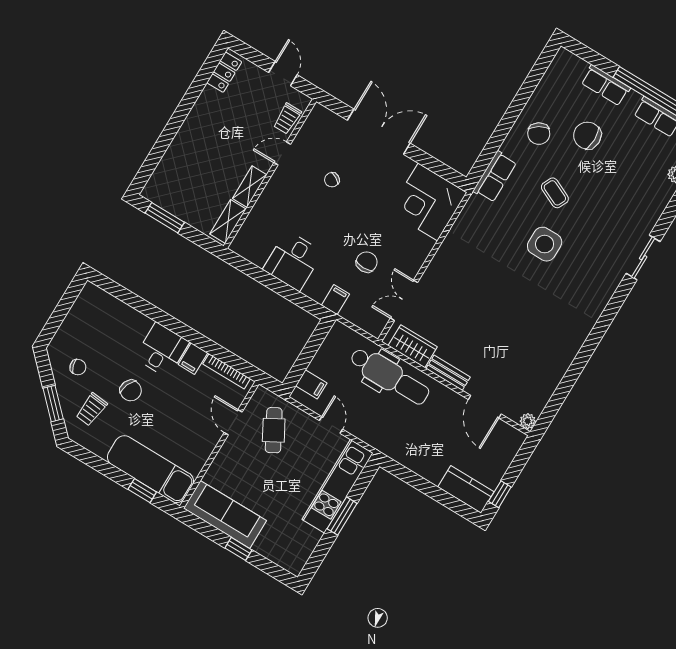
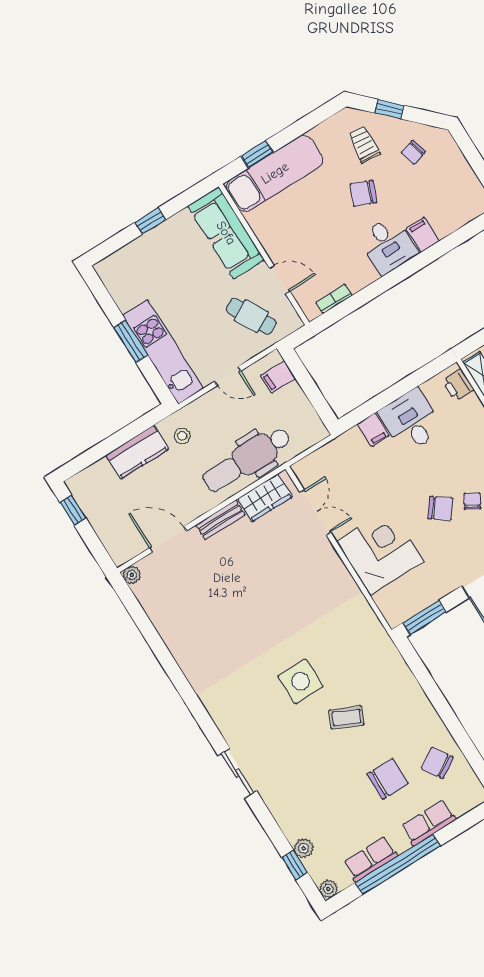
chair: (539, 134) -> (437, 763), moved
window: (444, 171) -> (425, 617), added
row of seats: (495, 177) -> (393, 666), removed
corner desk: (428, 202) -> (380, 551), moved
printer: (245, 238) -> (458, 385), added
chair: (367, 262) -> (440, 508), moved, turned -53
filing cabinet: (335, 300) -> (373, 430), moved
filing cabinet: (193, 359) -> (423, 235), moved
bookcase: (227, 371) -> (334, 299), width x0.64
window: (53, 404) -> (389, 109), width x0.67
stool: (397, 437) -> (182, 436), added
kitchen counter: (466, 489) -> (137, 452), moved
sofa: (225, 514) -> (226, 233), moved, turned 90

